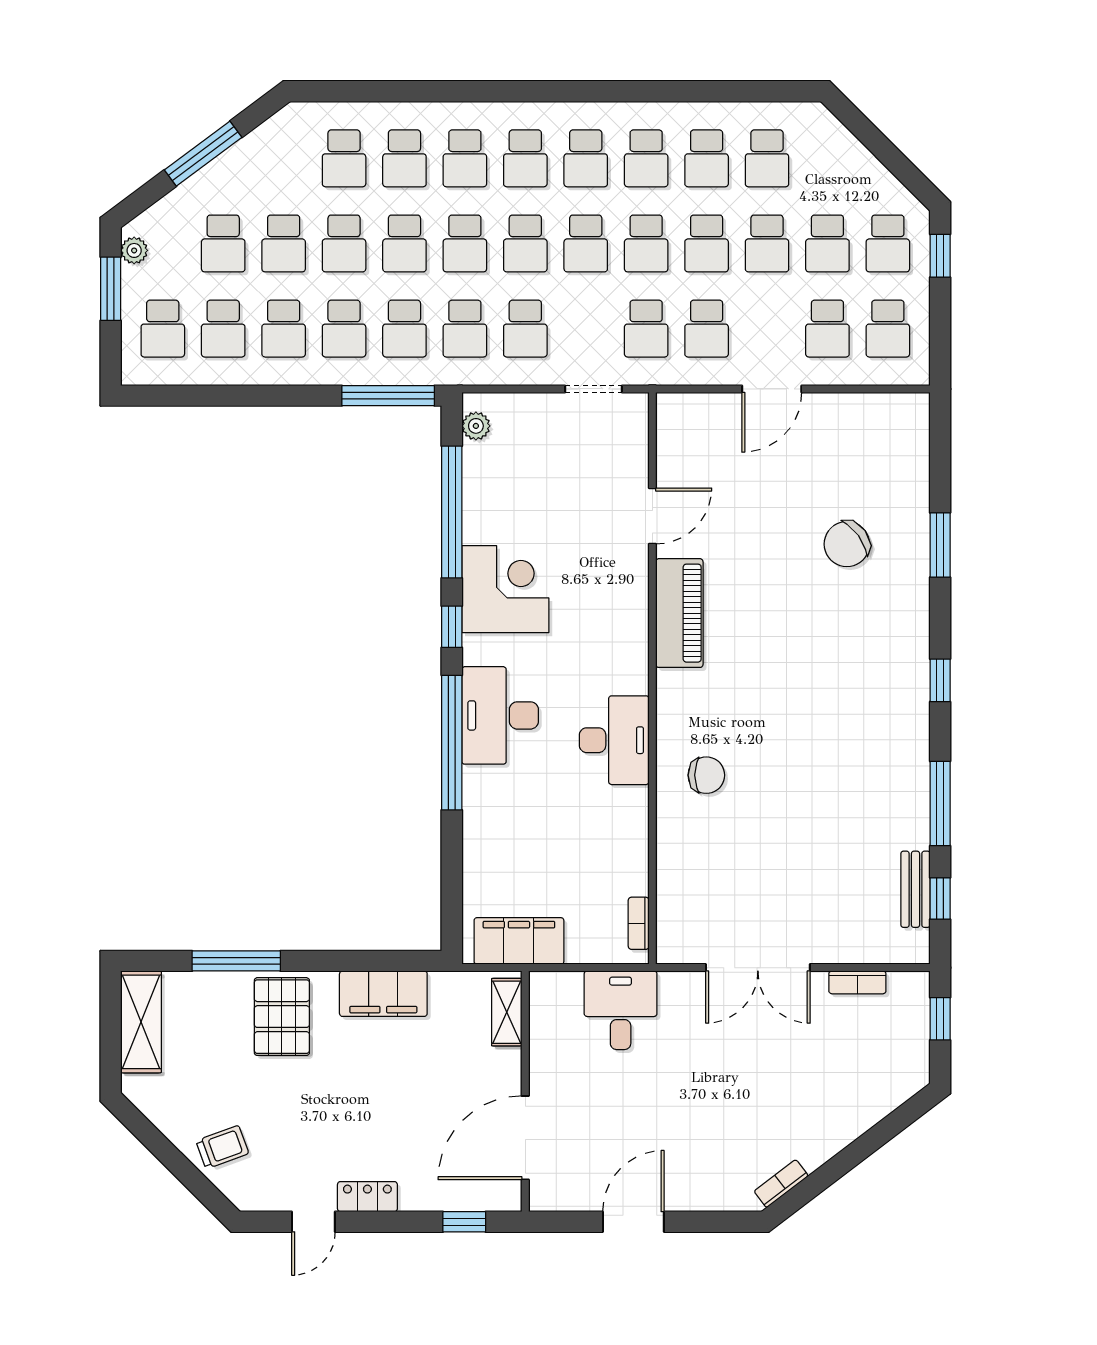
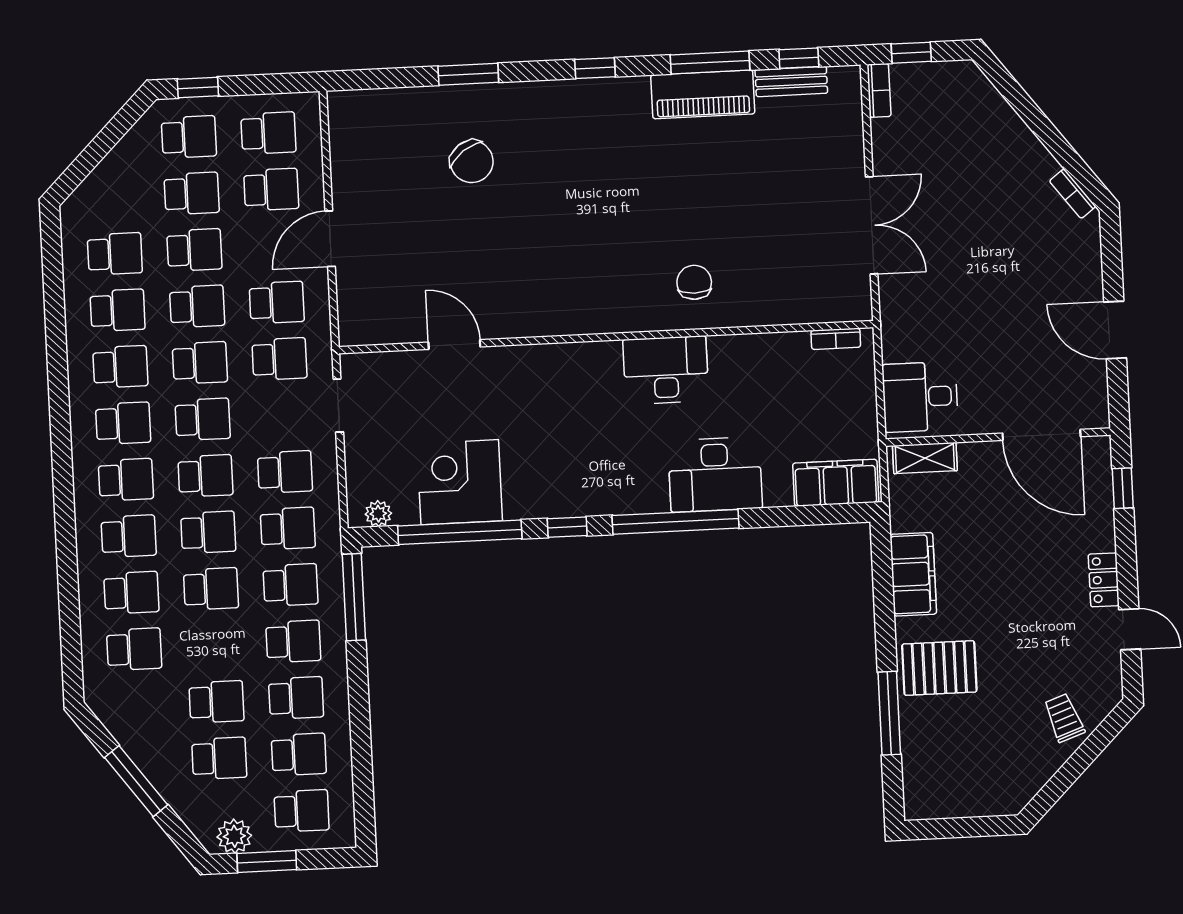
school desk: (344, 243) -> (214, 645), removed
plant: (134, 250) -> (234, 836), width x1.38, depth x1.38
door: (772, 389) -> (330, 239), swing flipped
corner desk: (505, 589) -> (460, 482), moved
piano: (679, 613) -> (703, 94), moved, turned 180
desk: (500, 715) -> (715, 475), moved
filing cabinet: (519, 941) -> (836, 483), moved, turned 90
bookcase: (857, 982) -> (879, 90), moved
desk: (621, 1010) -> (920, 397), moved
shelving: (141, 1022) -> (951, 800), removed

